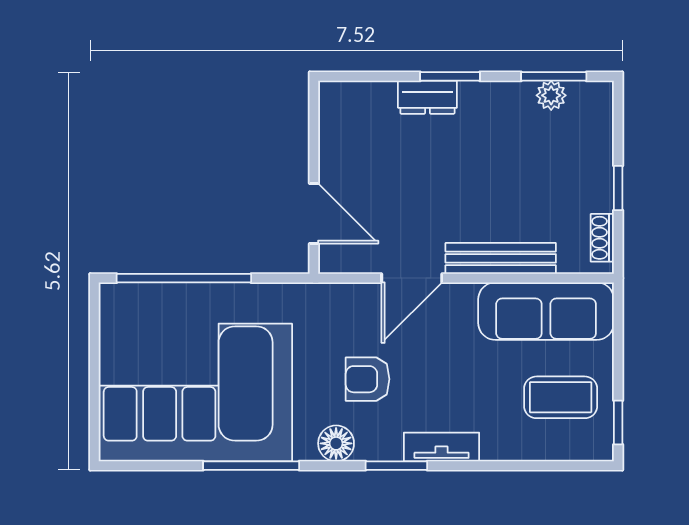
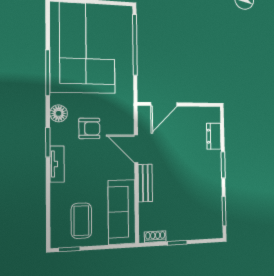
plant: (551, 95) -> (216, 210), removed
dresser: (427, 97) -> (214, 136), moved
bench: (501, 258) -> (145, 183), width x0.73
armchair: (368, 379) -> (89, 128), turned 90

